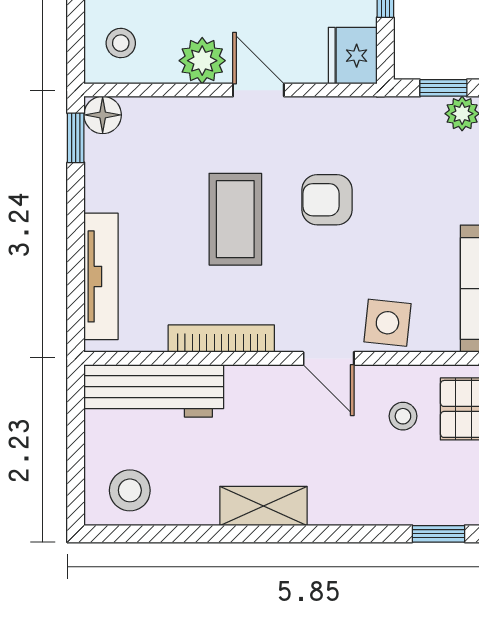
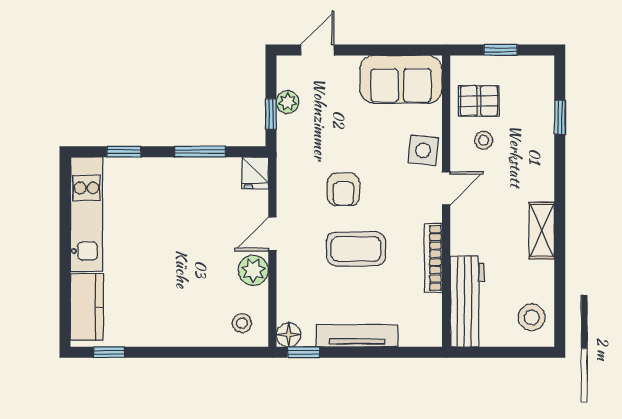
fridge: (353, 56) -> (255, 173), width x0.72
tv unit: (101, 276) -> (357, 336), moved

